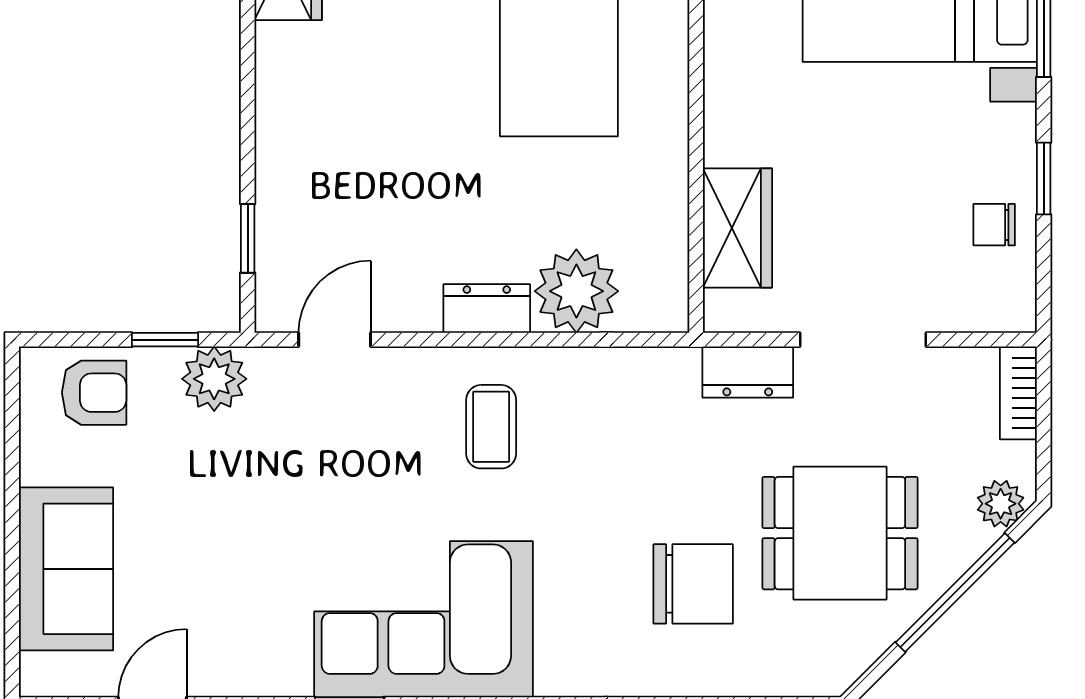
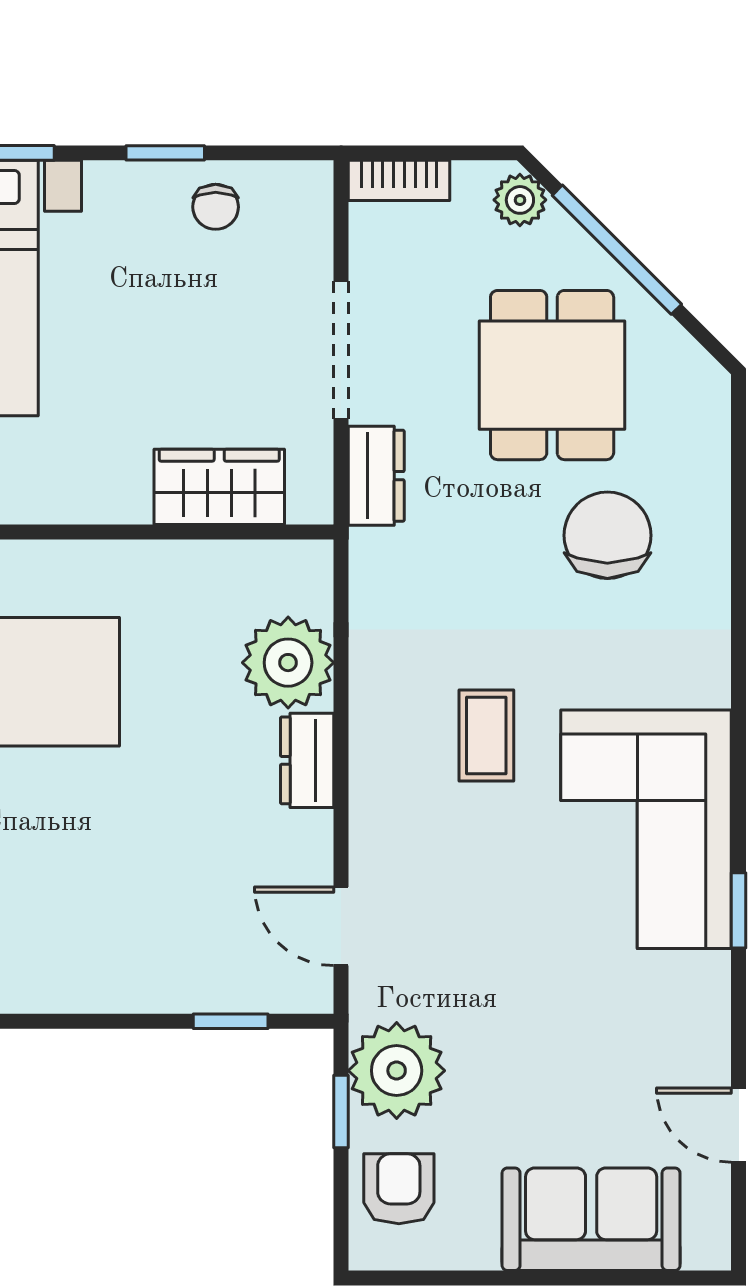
plant: (214, 379) -> (397, 1071), width x1.36, depth x1.36
coffee table: (491, 427) -> (486, 736), moved, turned 90

